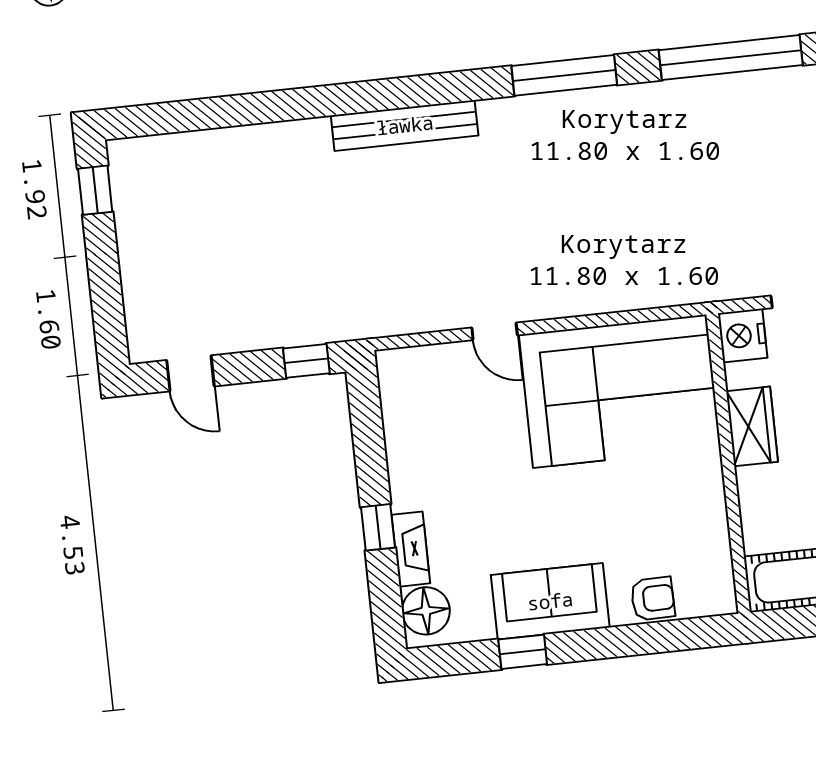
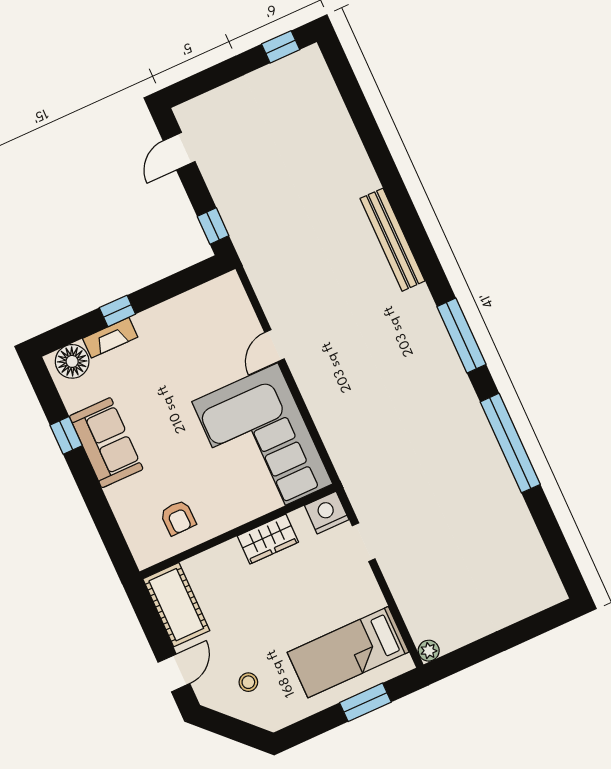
armchair: (653, 599) -> (178, 518), moved

